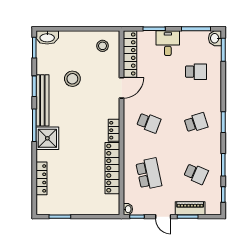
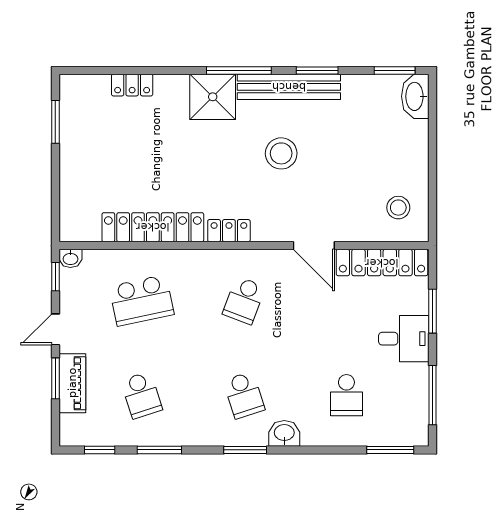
washbasin: (215, 38) -> (284, 433), moved
stool: (72, 79) -> (281, 153), moved
school desk: (196, 174) -> (142, 395), turned -42
locker: (42, 178) -> (132, 85), width x0.66

